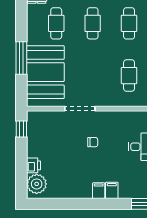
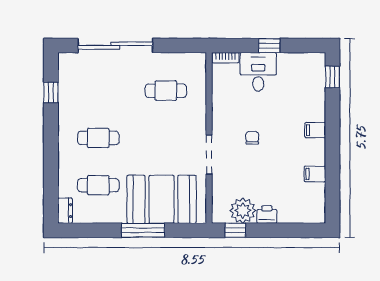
cafe table: (129, 23) -> (98, 91), removed
printer: (34, 165) -> (267, 215), moved
plant: (37, 184) -> (243, 211), moved
filing cabinet: (112, 190) -> (315, 174), moved

